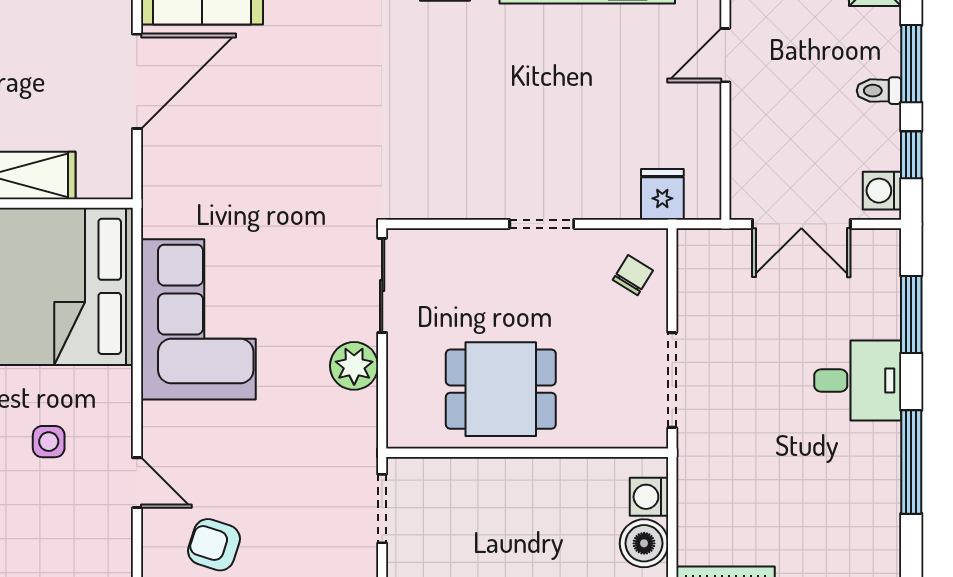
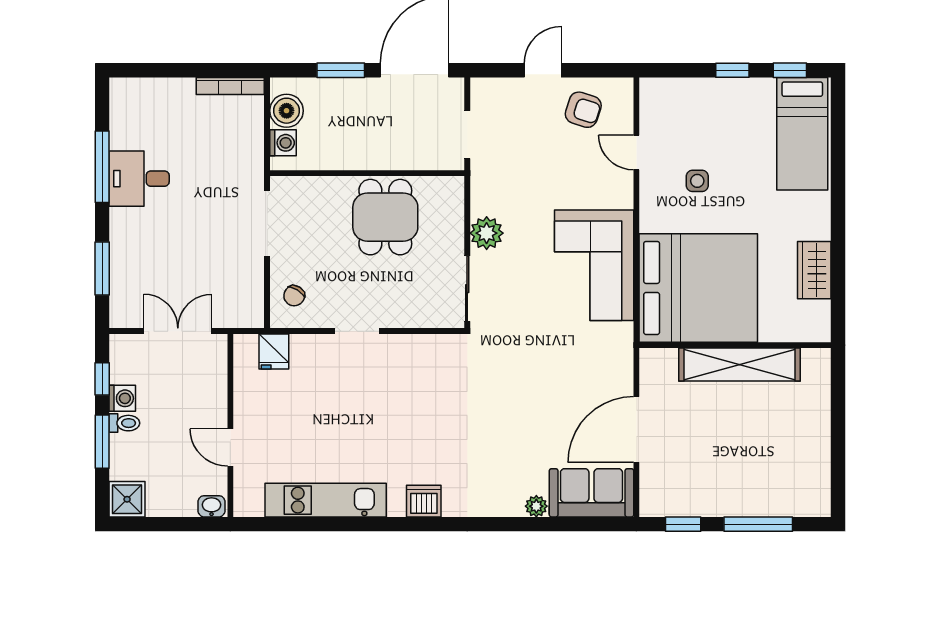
door: (725, 55) -> (230, 447), swing flipped
washing machine: (882, 191) -> (122, 398), moved
desk: (858, 381) -> (139, 179), moved
dining table: (501, 389) -> (385, 217), turned 90

